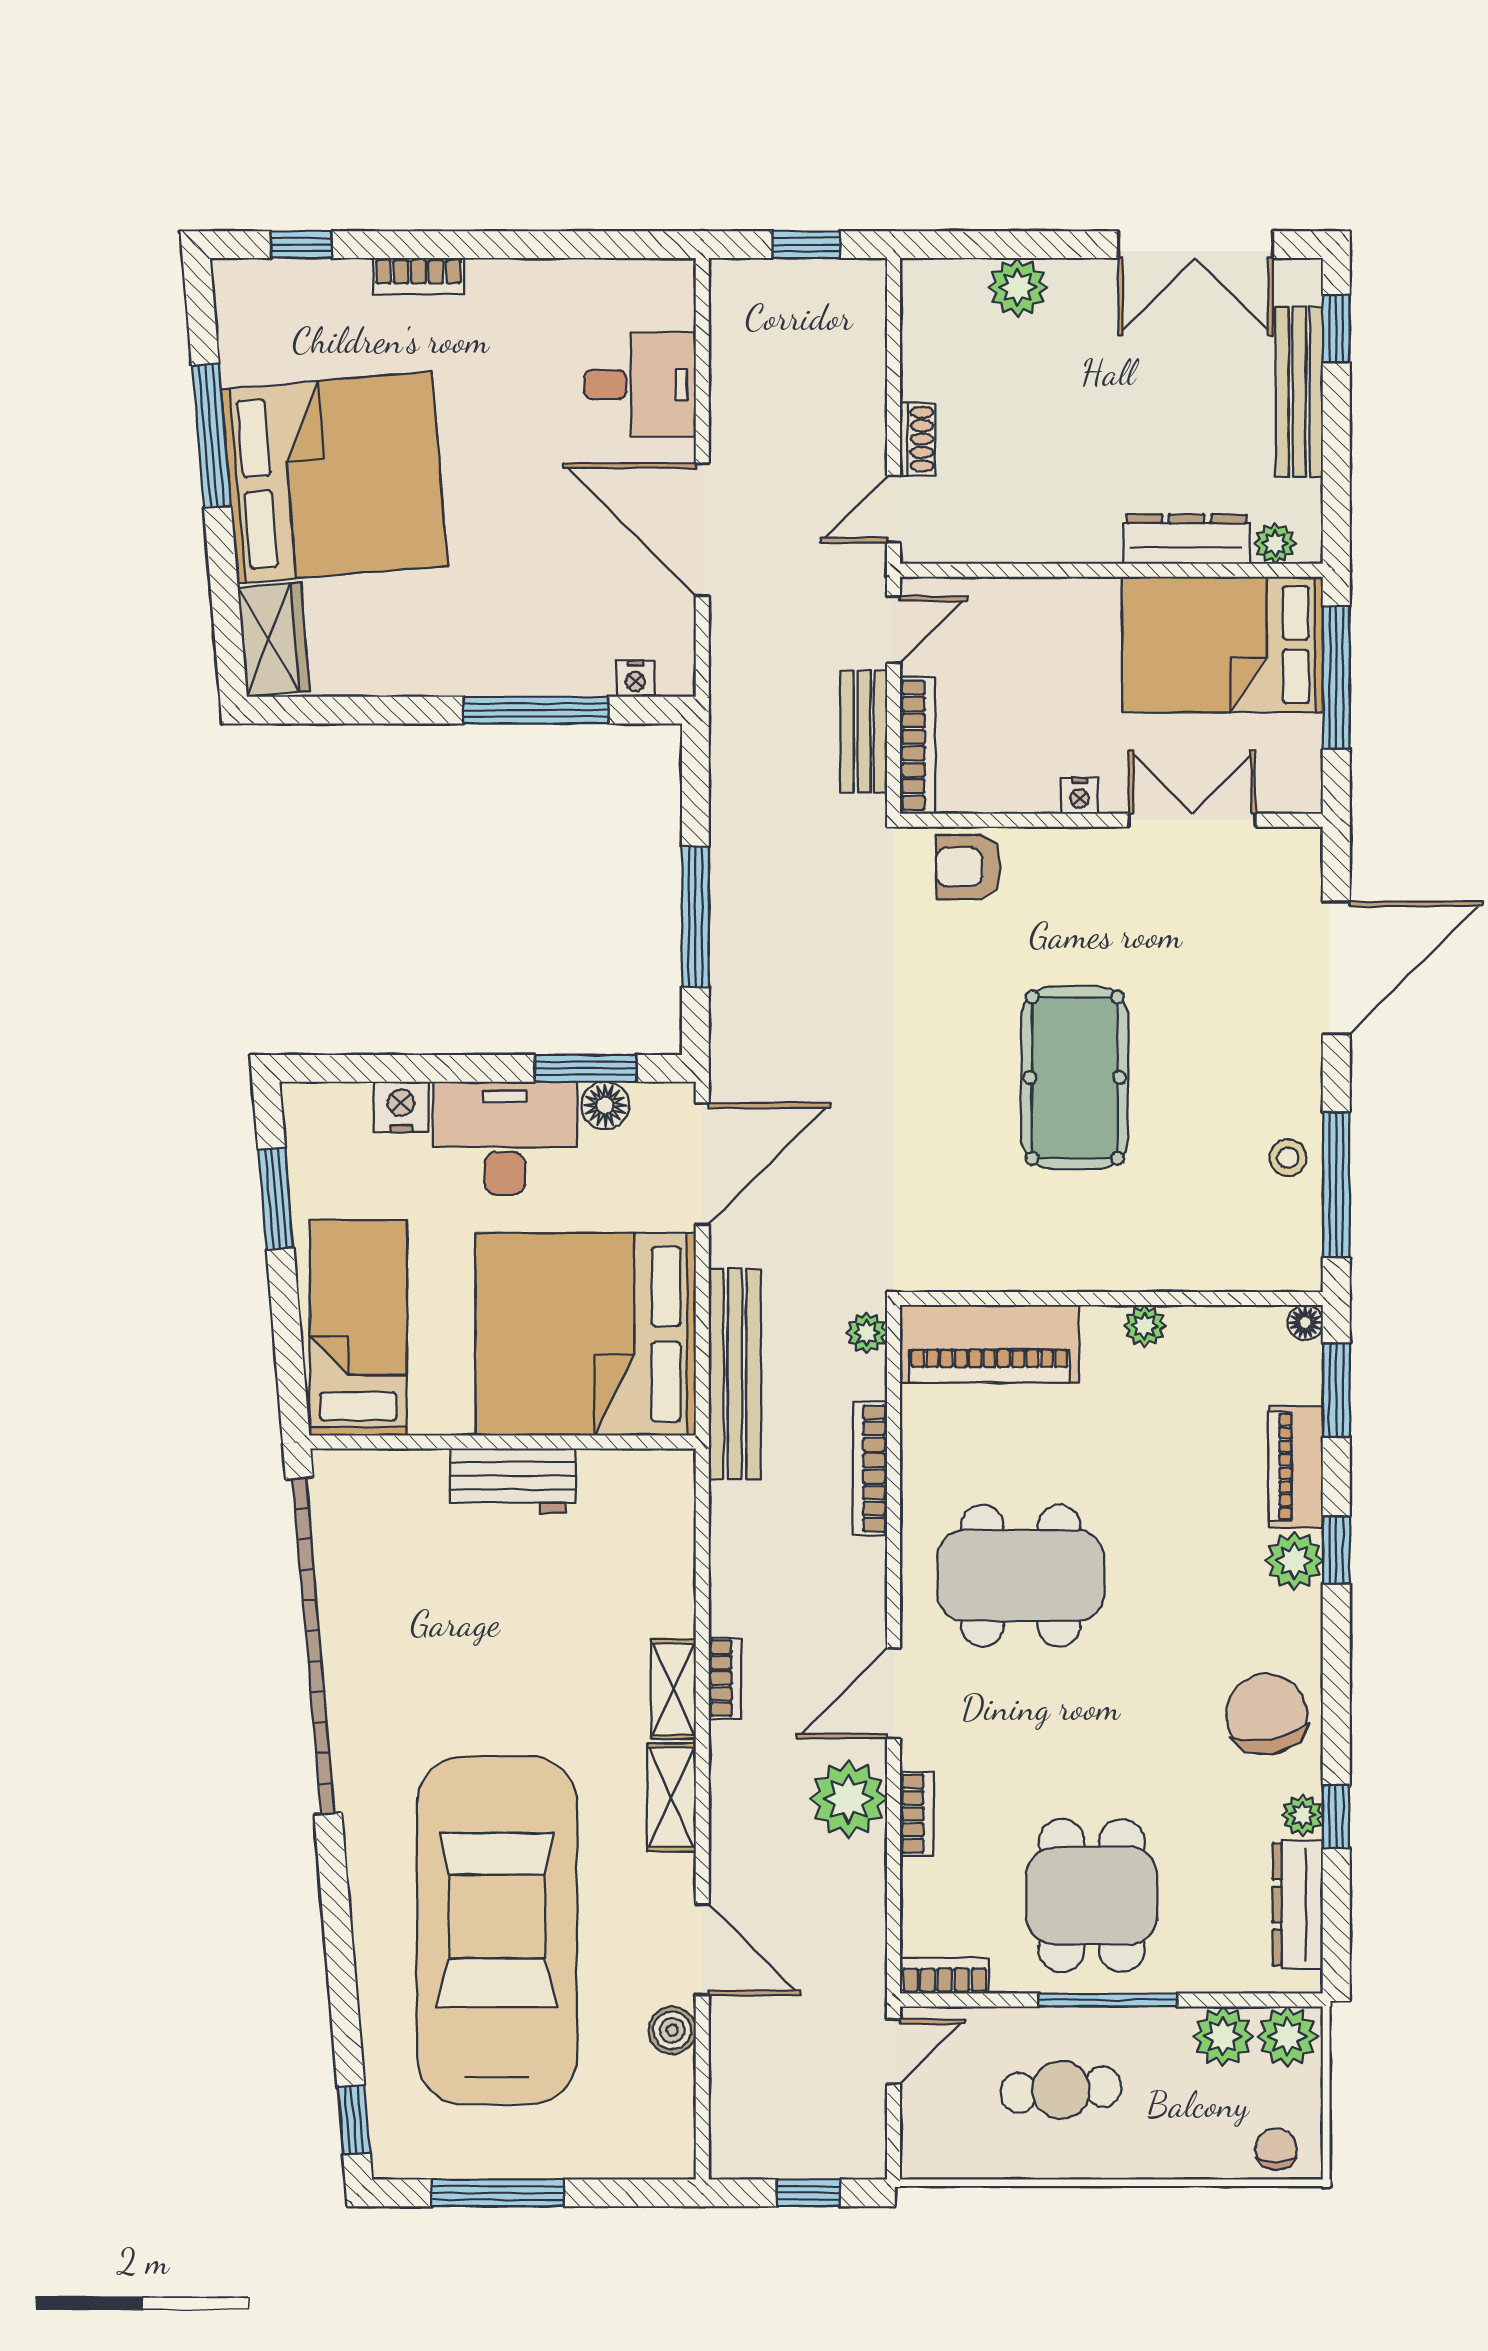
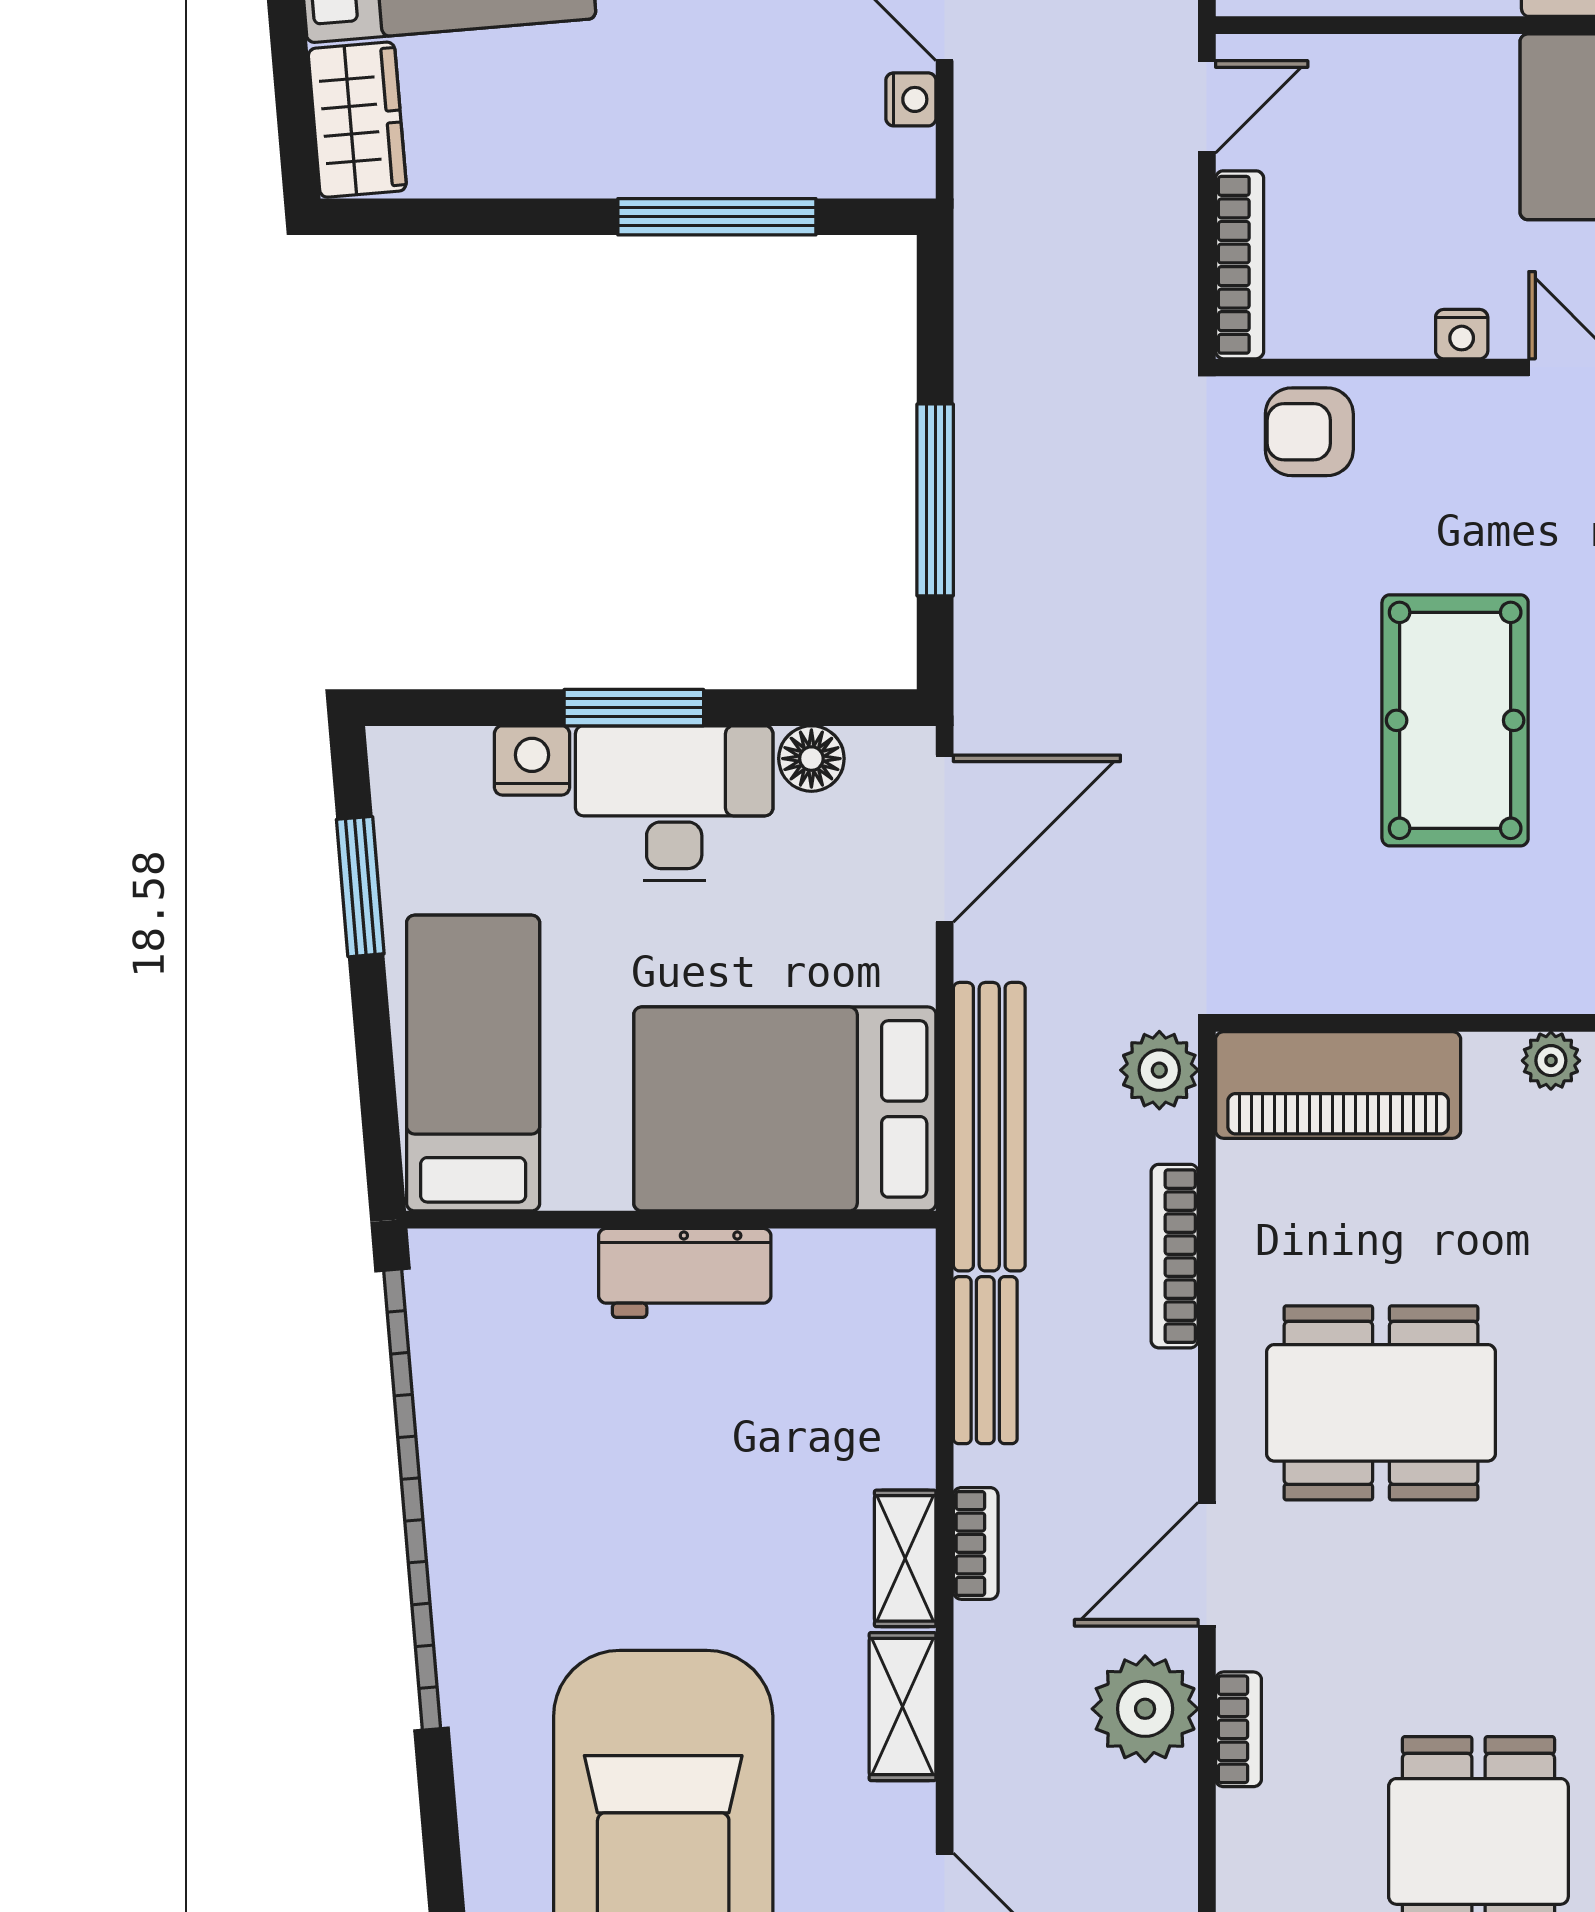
nightstand: (636, 679) -> (911, 99), moved, turned -90
bench: (864, 731) -> (985, 1360), moved
window: (586, 1068) -> (634, 708), moved
plant: (867, 1333) -> (1159, 1070), width x1.38, depth x1.38
bed: (586, 1334) -> (785, 1109), width x0.73

